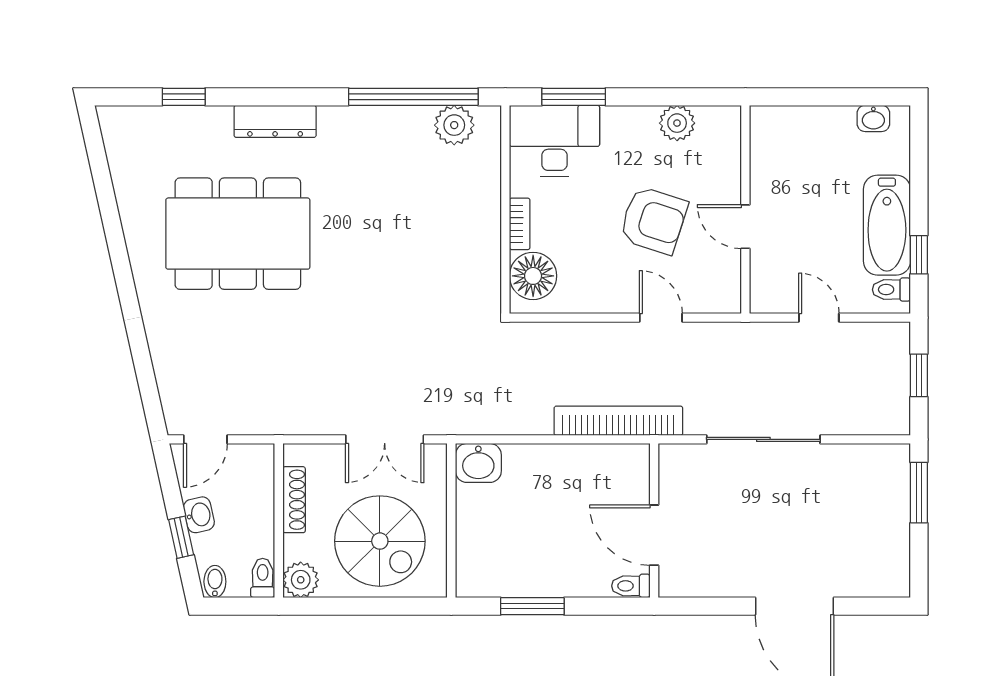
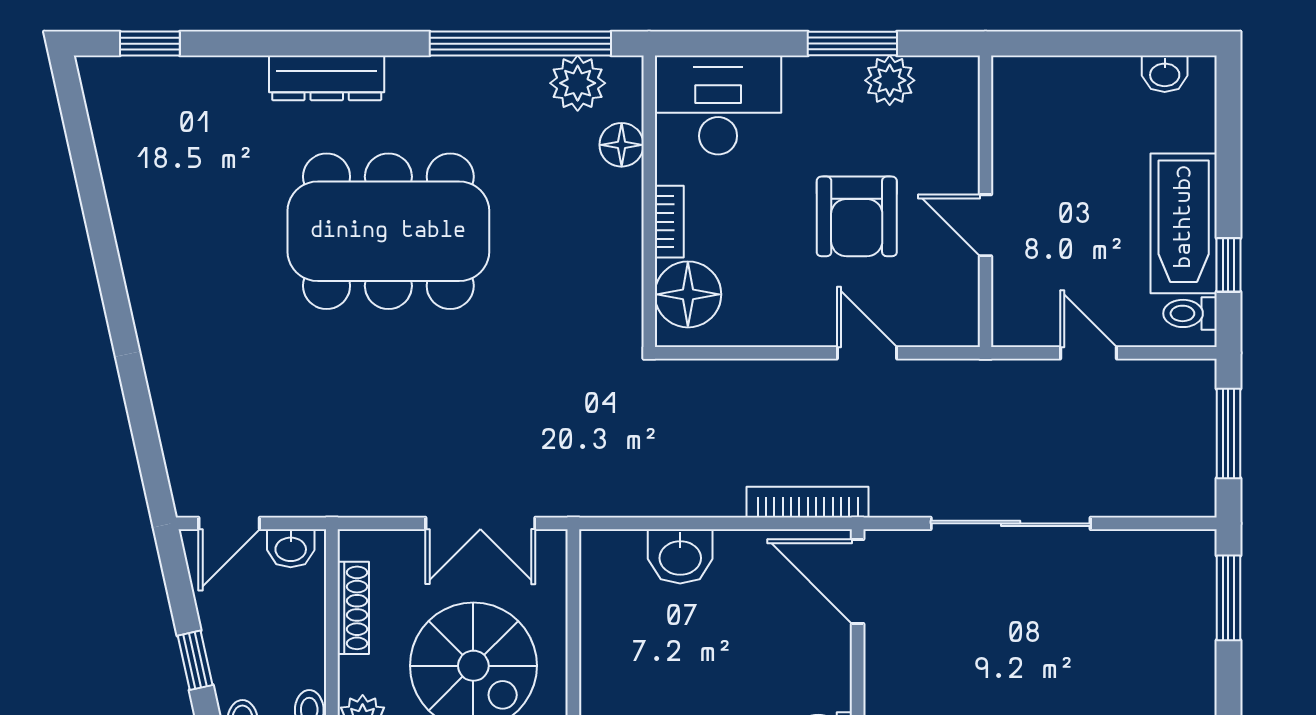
window: (184, 97) -> (150, 44), moved
window: (574, 97) -> (852, 44), moved
floor lamp: (486, 169) -> (622, 145), added
armchair: (653, 220) -> (857, 216), turned 72
dining table: (238, 234) -> (388, 231), moved
window: (919, 375) -> (1228, 434), width x1.50
bookcase: (618, 421) -> (808, 502), width x0.68, depth x0.76
washbasin: (478, 463) -> (680, 556), moved
washbasin: (199, 515) -> (291, 548), moved, turned 102
door: (654, 535) -> (858, 581), moved

